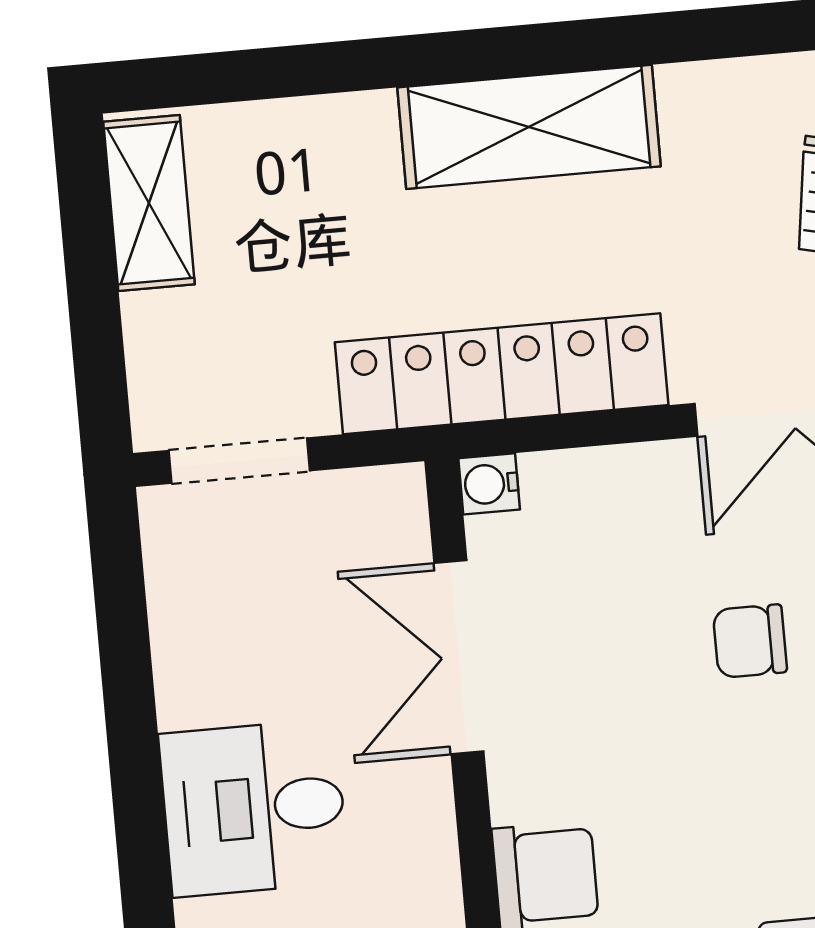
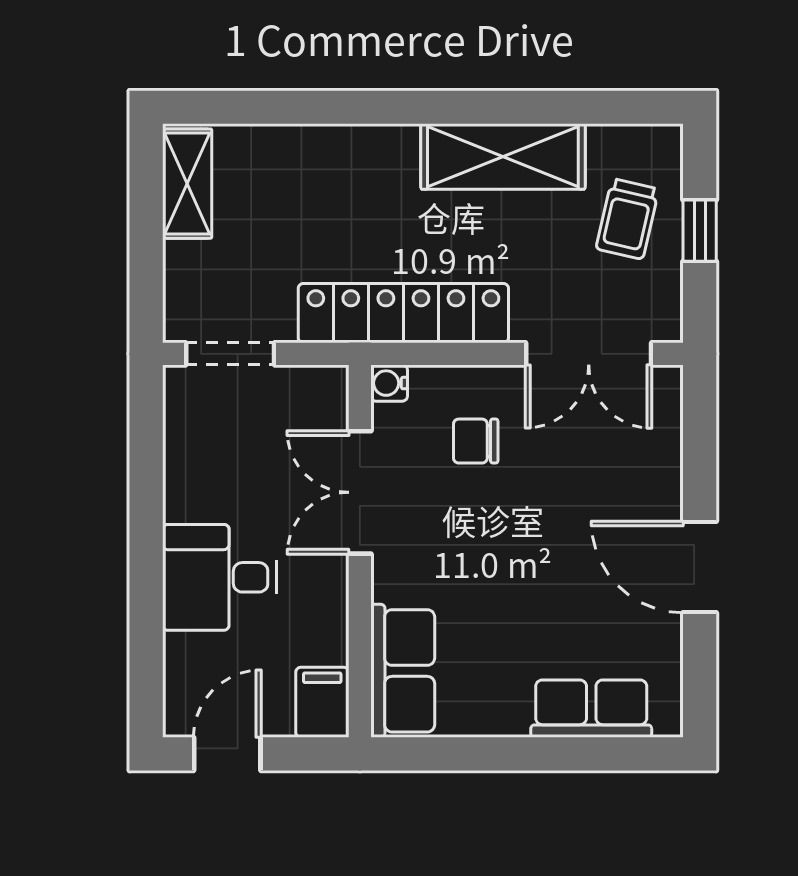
shelving: (529, 127) -> (503, 156), moved
chair: (750, 641) -> (476, 441), moved

